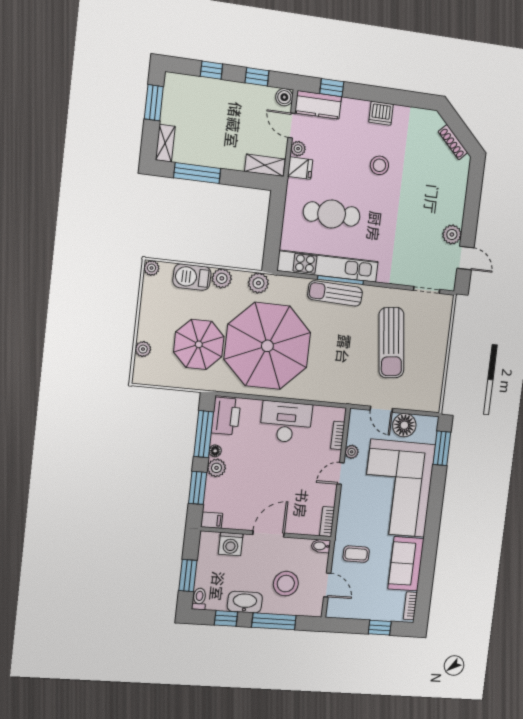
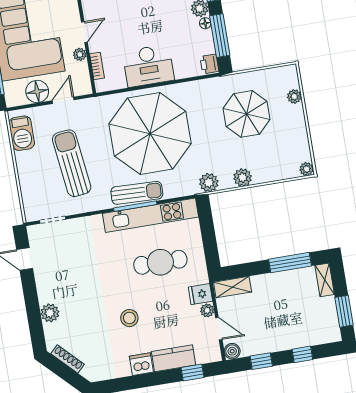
kitchen counter: (318, 105) -> (174, 358), moved
plant: (452, 234) -> (50, 313), moved
barbecue: (192, 277) -> (22, 133), moved, turned 90
parasol: (267, 346) -> (150, 134), moved
door: (381, 409) -> (63, 100), hinge flipped
printer: (226, 416) -> (209, 64), width x0.53, depth x0.68

